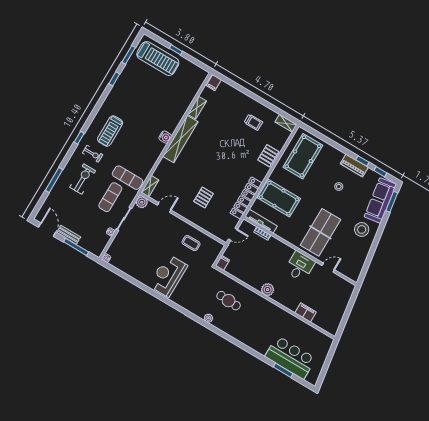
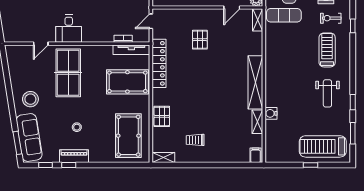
weight bench: (130, 97) -> (327, 93), added
water cooler: (165, 137) -> (271, 113), moved

